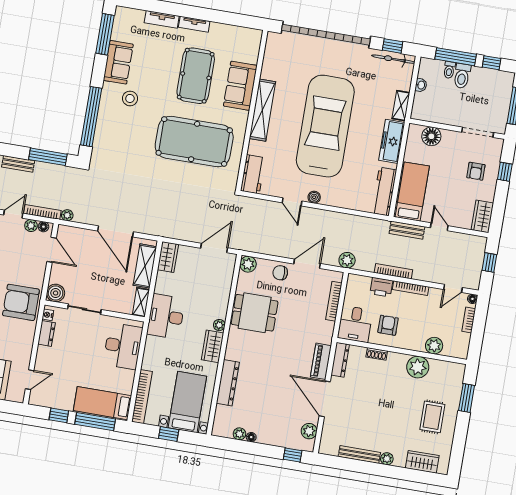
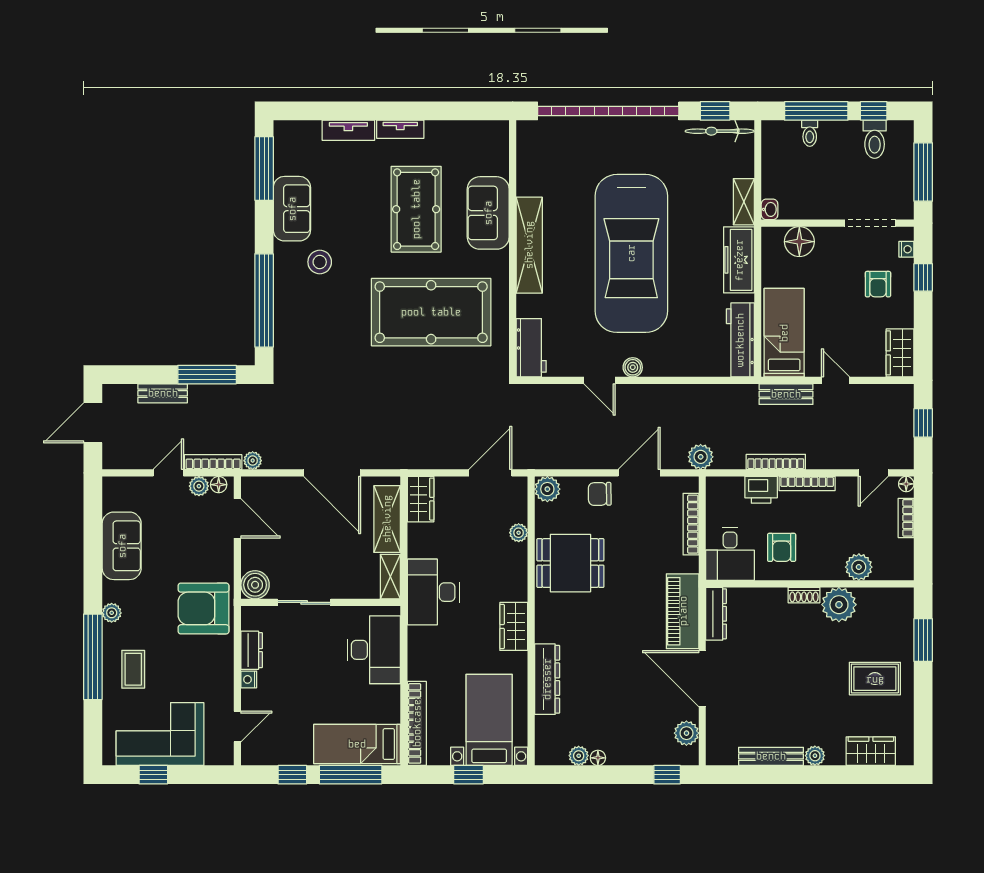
toilet: (462, 76) -> (875, 139), moved
washbasin: (421, 85) -> (770, 209), moved
car: (325, 126) -> (631, 253), turned 180
nightstand: (497, 152) -> (906, 249), added
nightstand: (48, 315) -> (249, 679), moved
plant: (219, 325) -> (519, 533), moved
armchair: (388, 325) -> (782, 547), turned 180
shoe rack: (377, 354) -> (804, 595), moved
piano: (321, 361) -> (683, 611), width x1.37, depth x1.33
rug: (432, 417) -> (875, 679), turned 90

